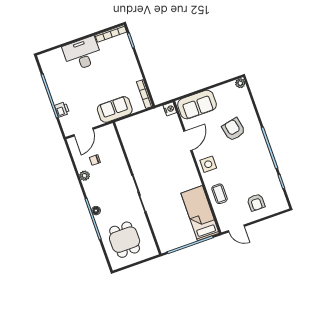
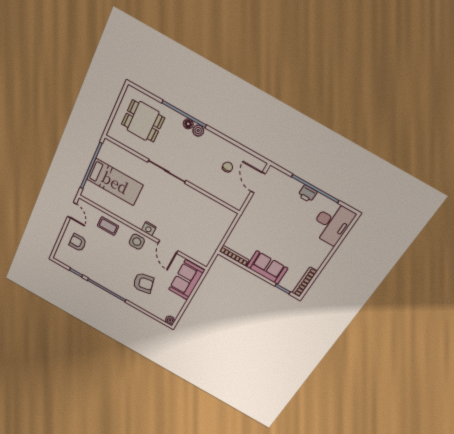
desk: (82, 54) -> (332, 223), moved
printer: (62, 109) -> (307, 194), moved
sofa: (115, 109) -> (267, 268), moved, turned -90
nightstand: (170, 109) -> (149, 229), moved
plant: (85, 176) -> (198, 131), moved
bed: (200, 213) -> (115, 182), moved
door: (236, 228) -> (72, 210), swing flipped

